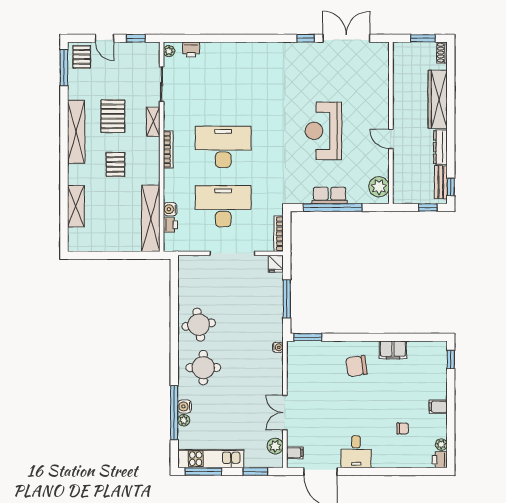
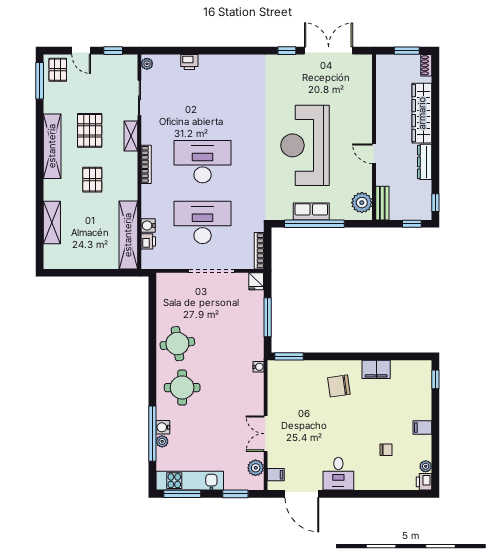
printer: (191, 49) -> (189, 62), moved
reception desk: (323, 131) -> (305, 145), width x1.36, depth x1.30
bench: (441, 182) -> (382, 203), moved

